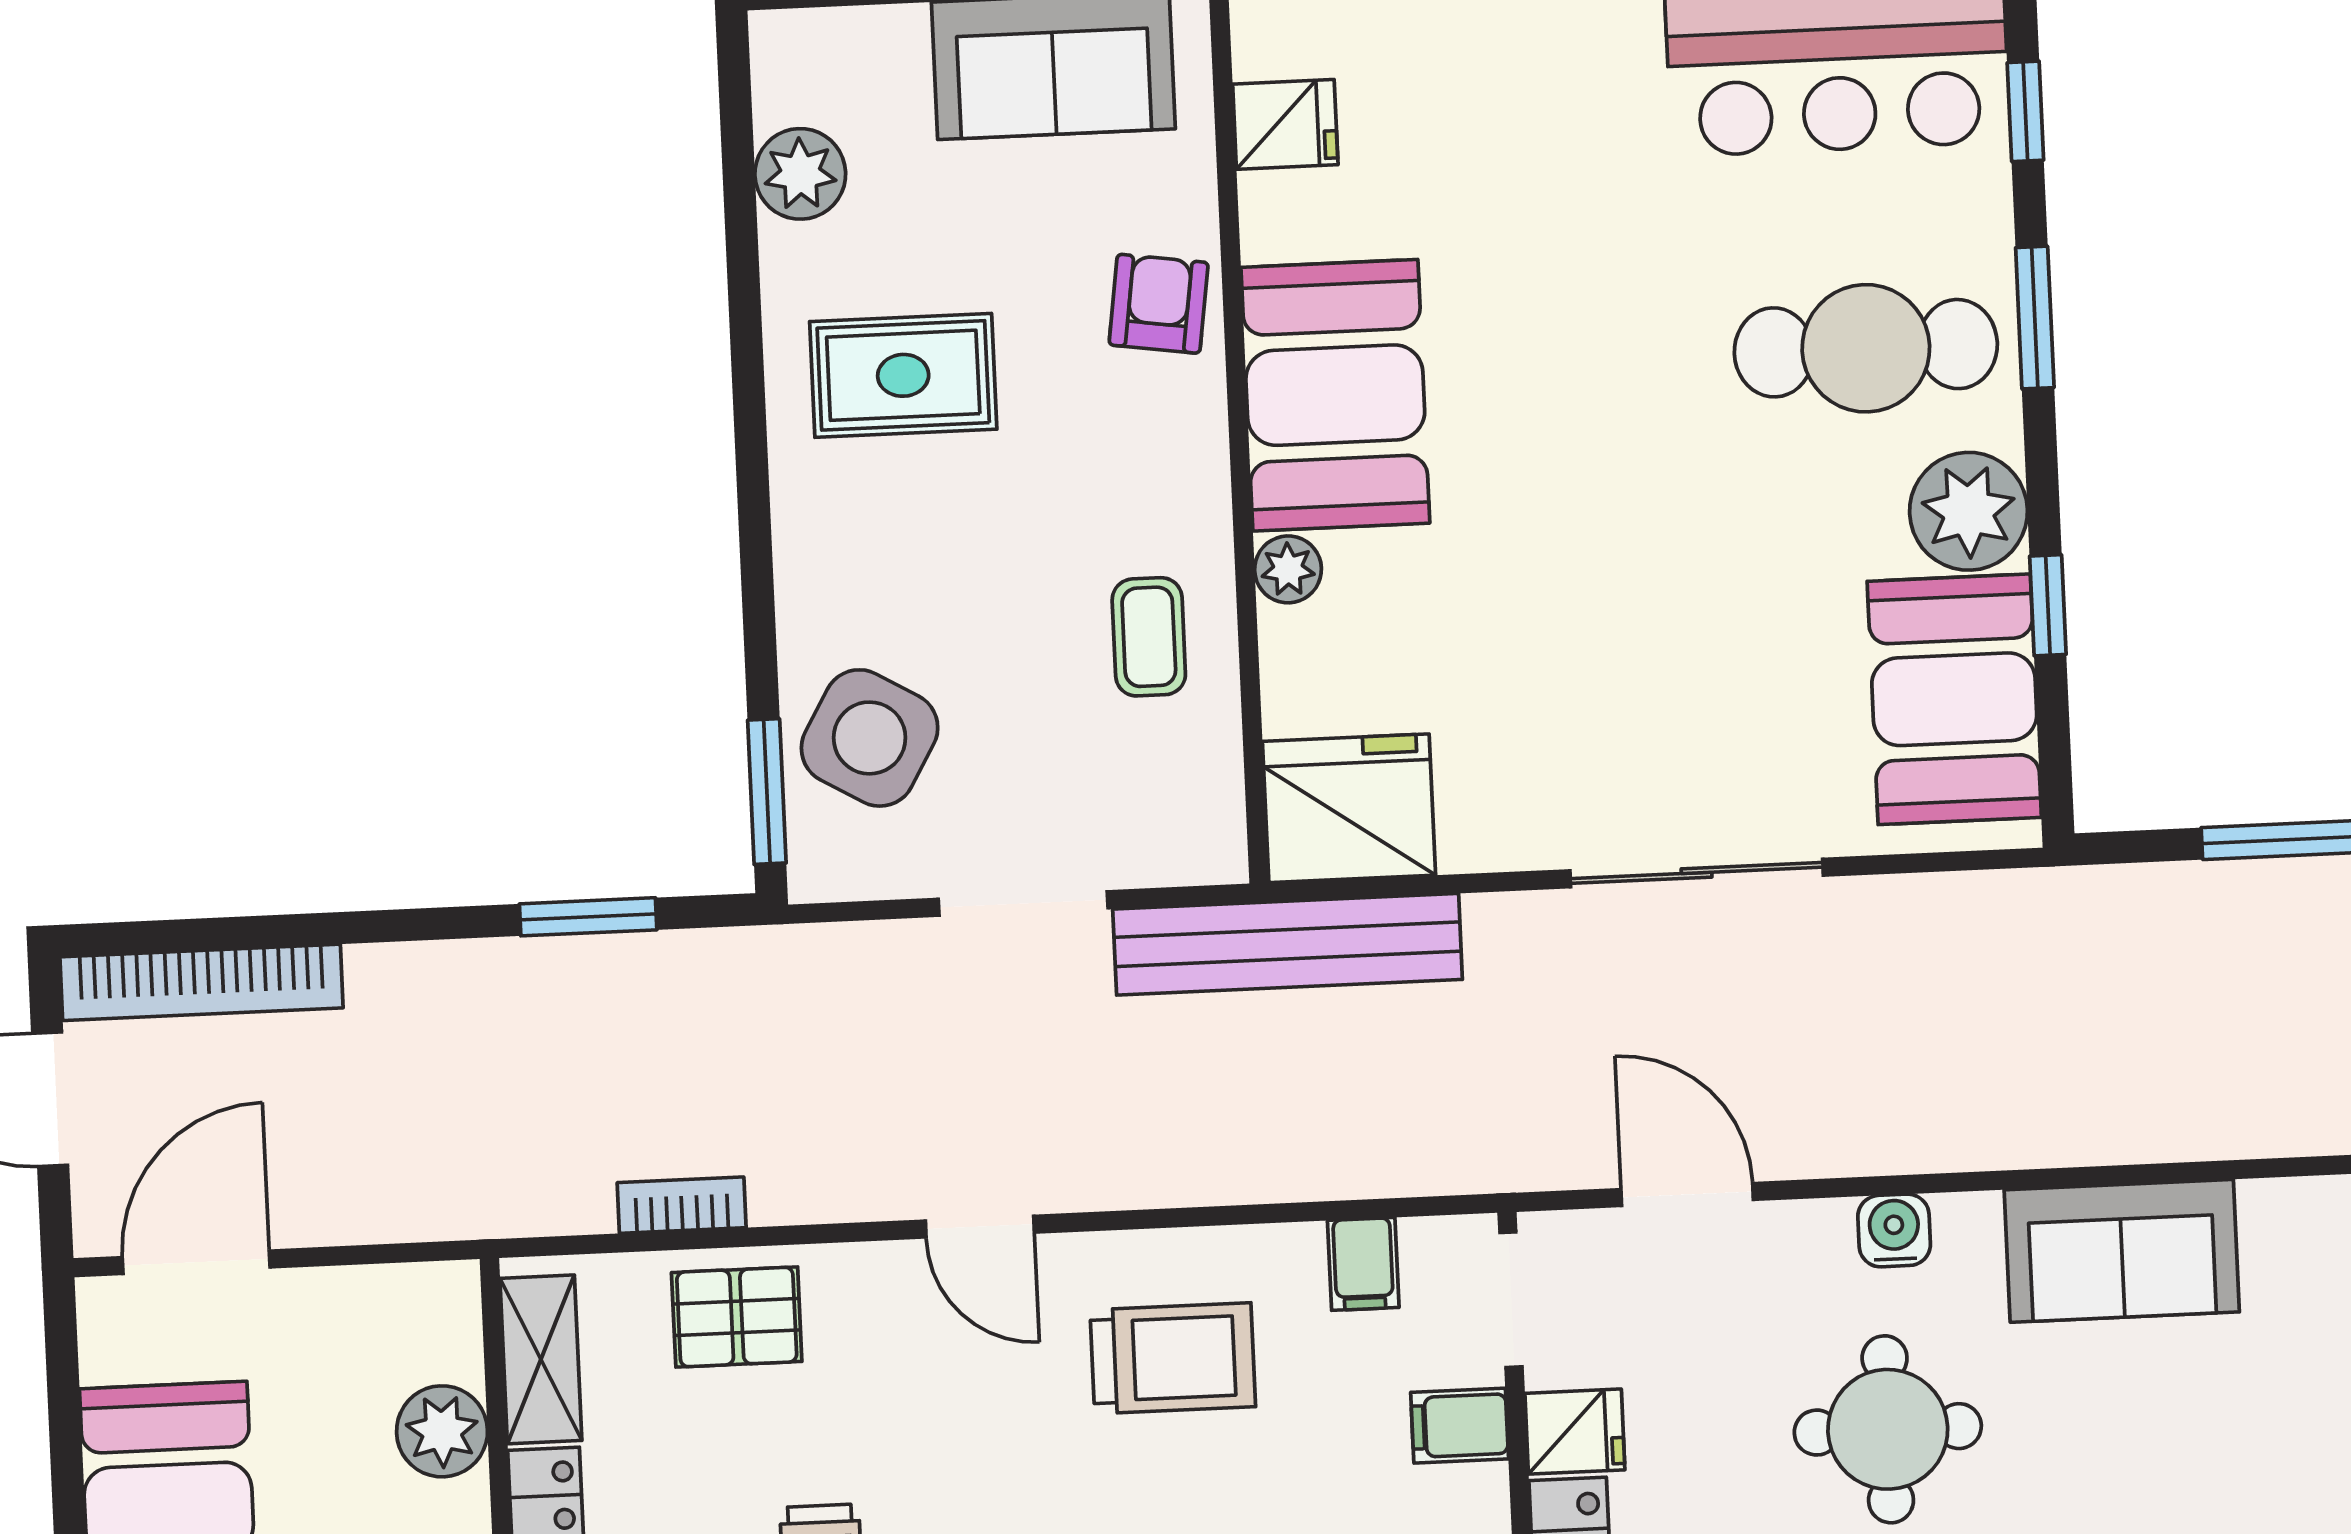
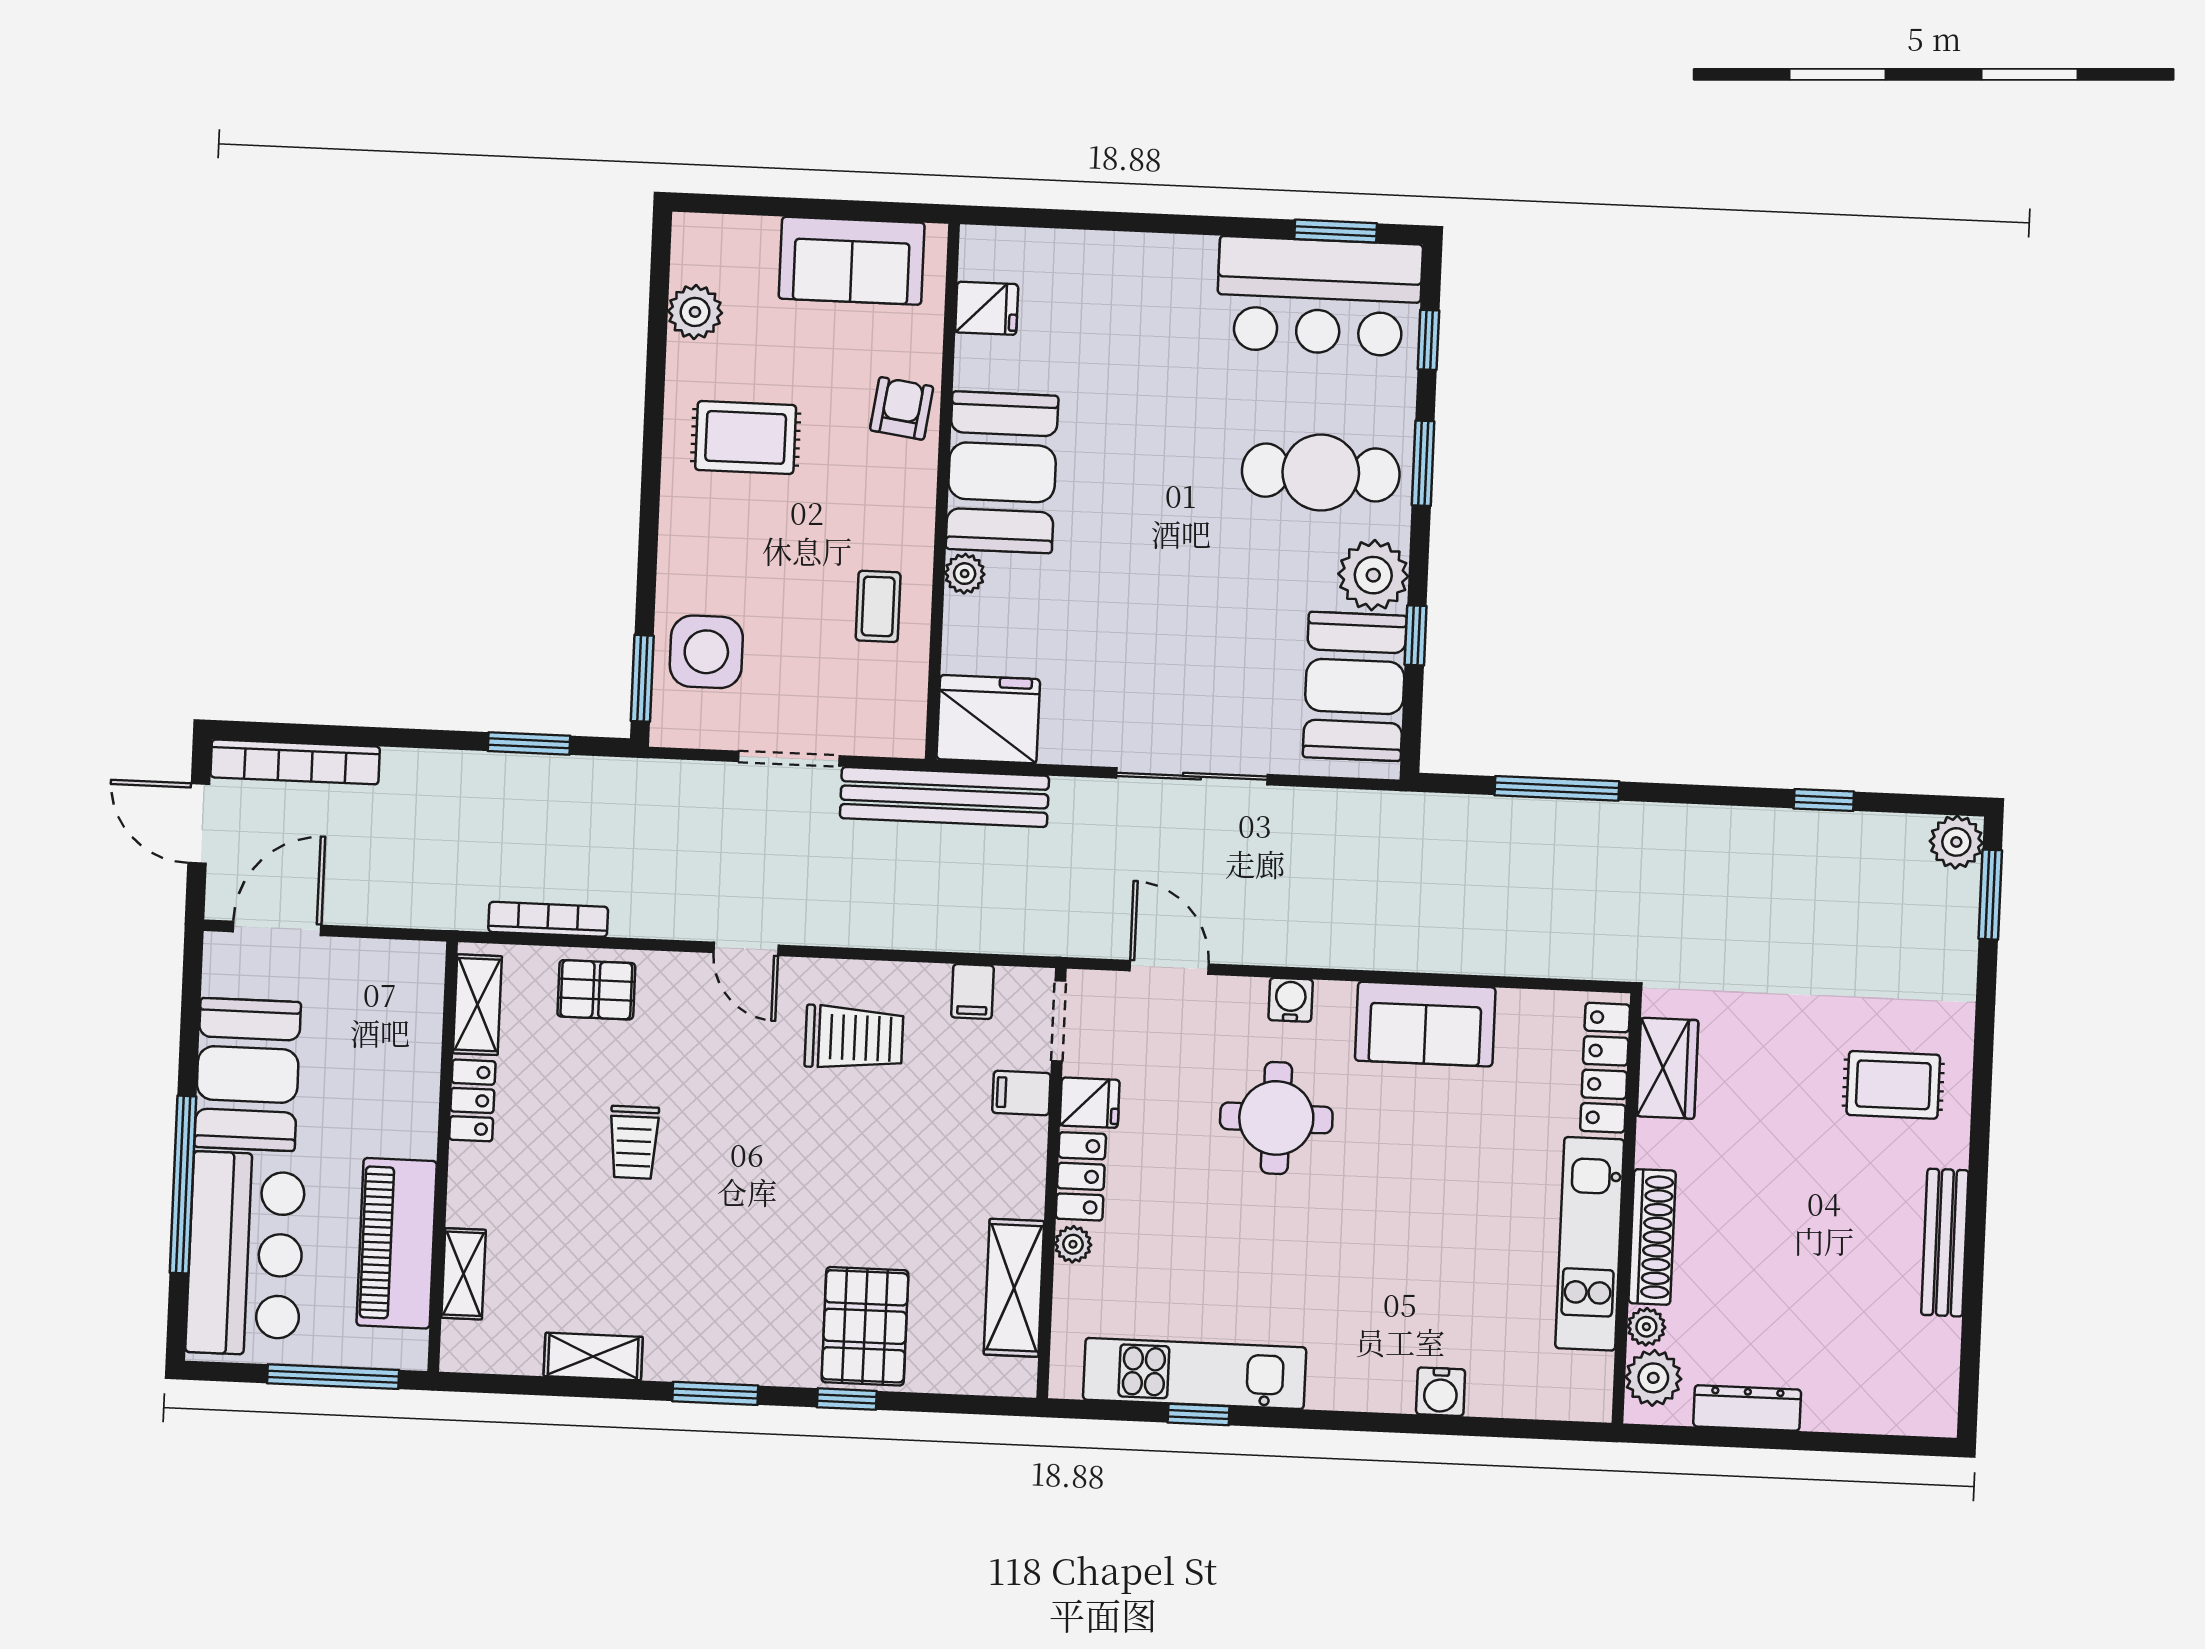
side table: (870, 738) -> (706, 652), turned -30
bookcase: (682, 1205) -> (548, 919), width x1.56
plant: (442, 1431) -> (415, 1042), removed

